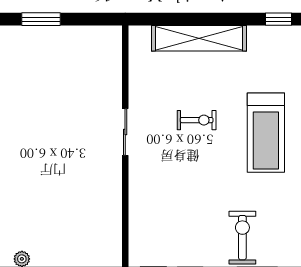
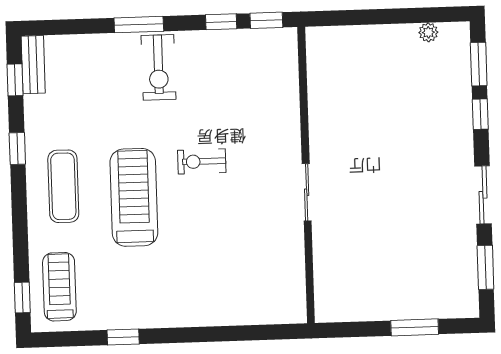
shelving: (199, 38) -> (220, 310), removed
exercise bike: (197, 120) -> (202, 161), moved

